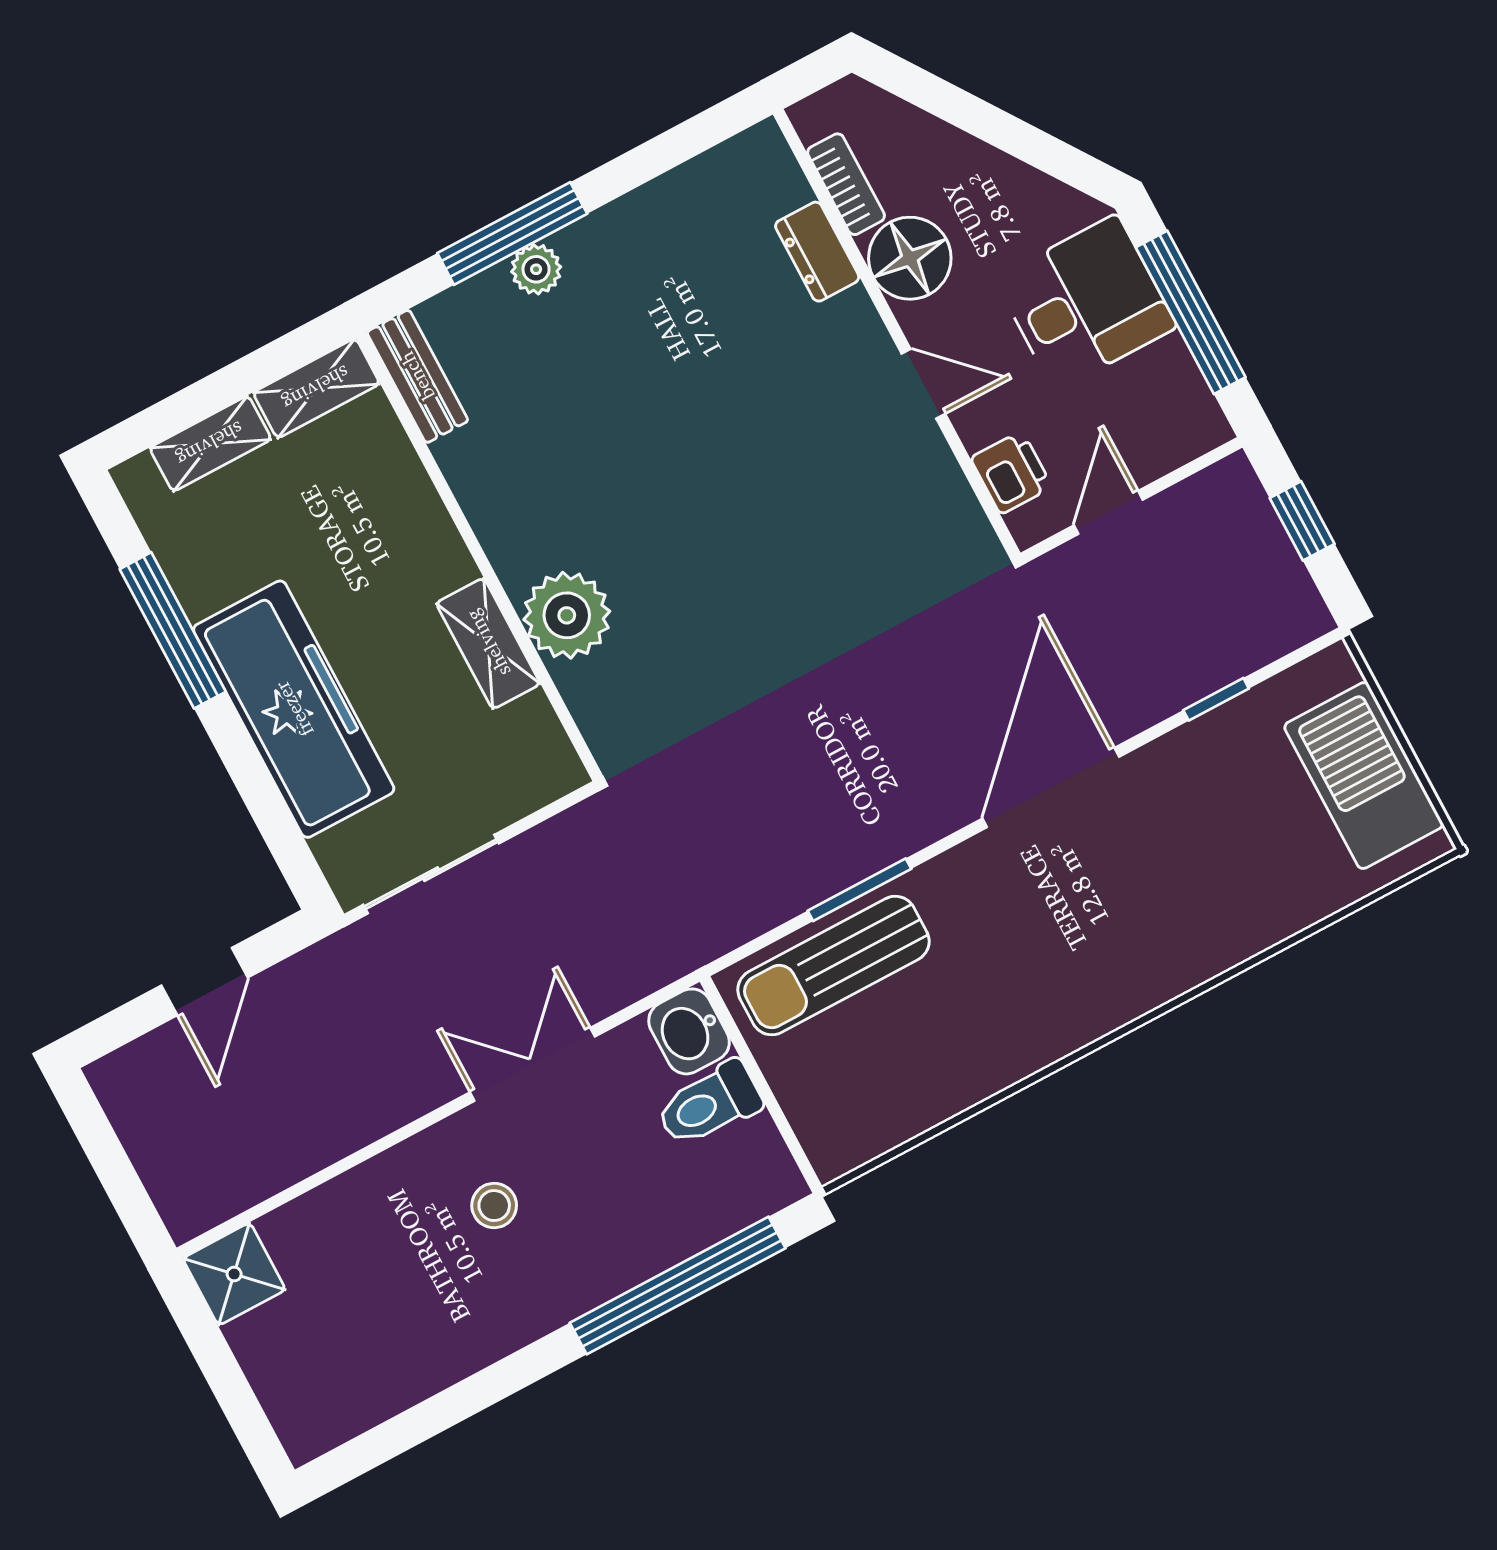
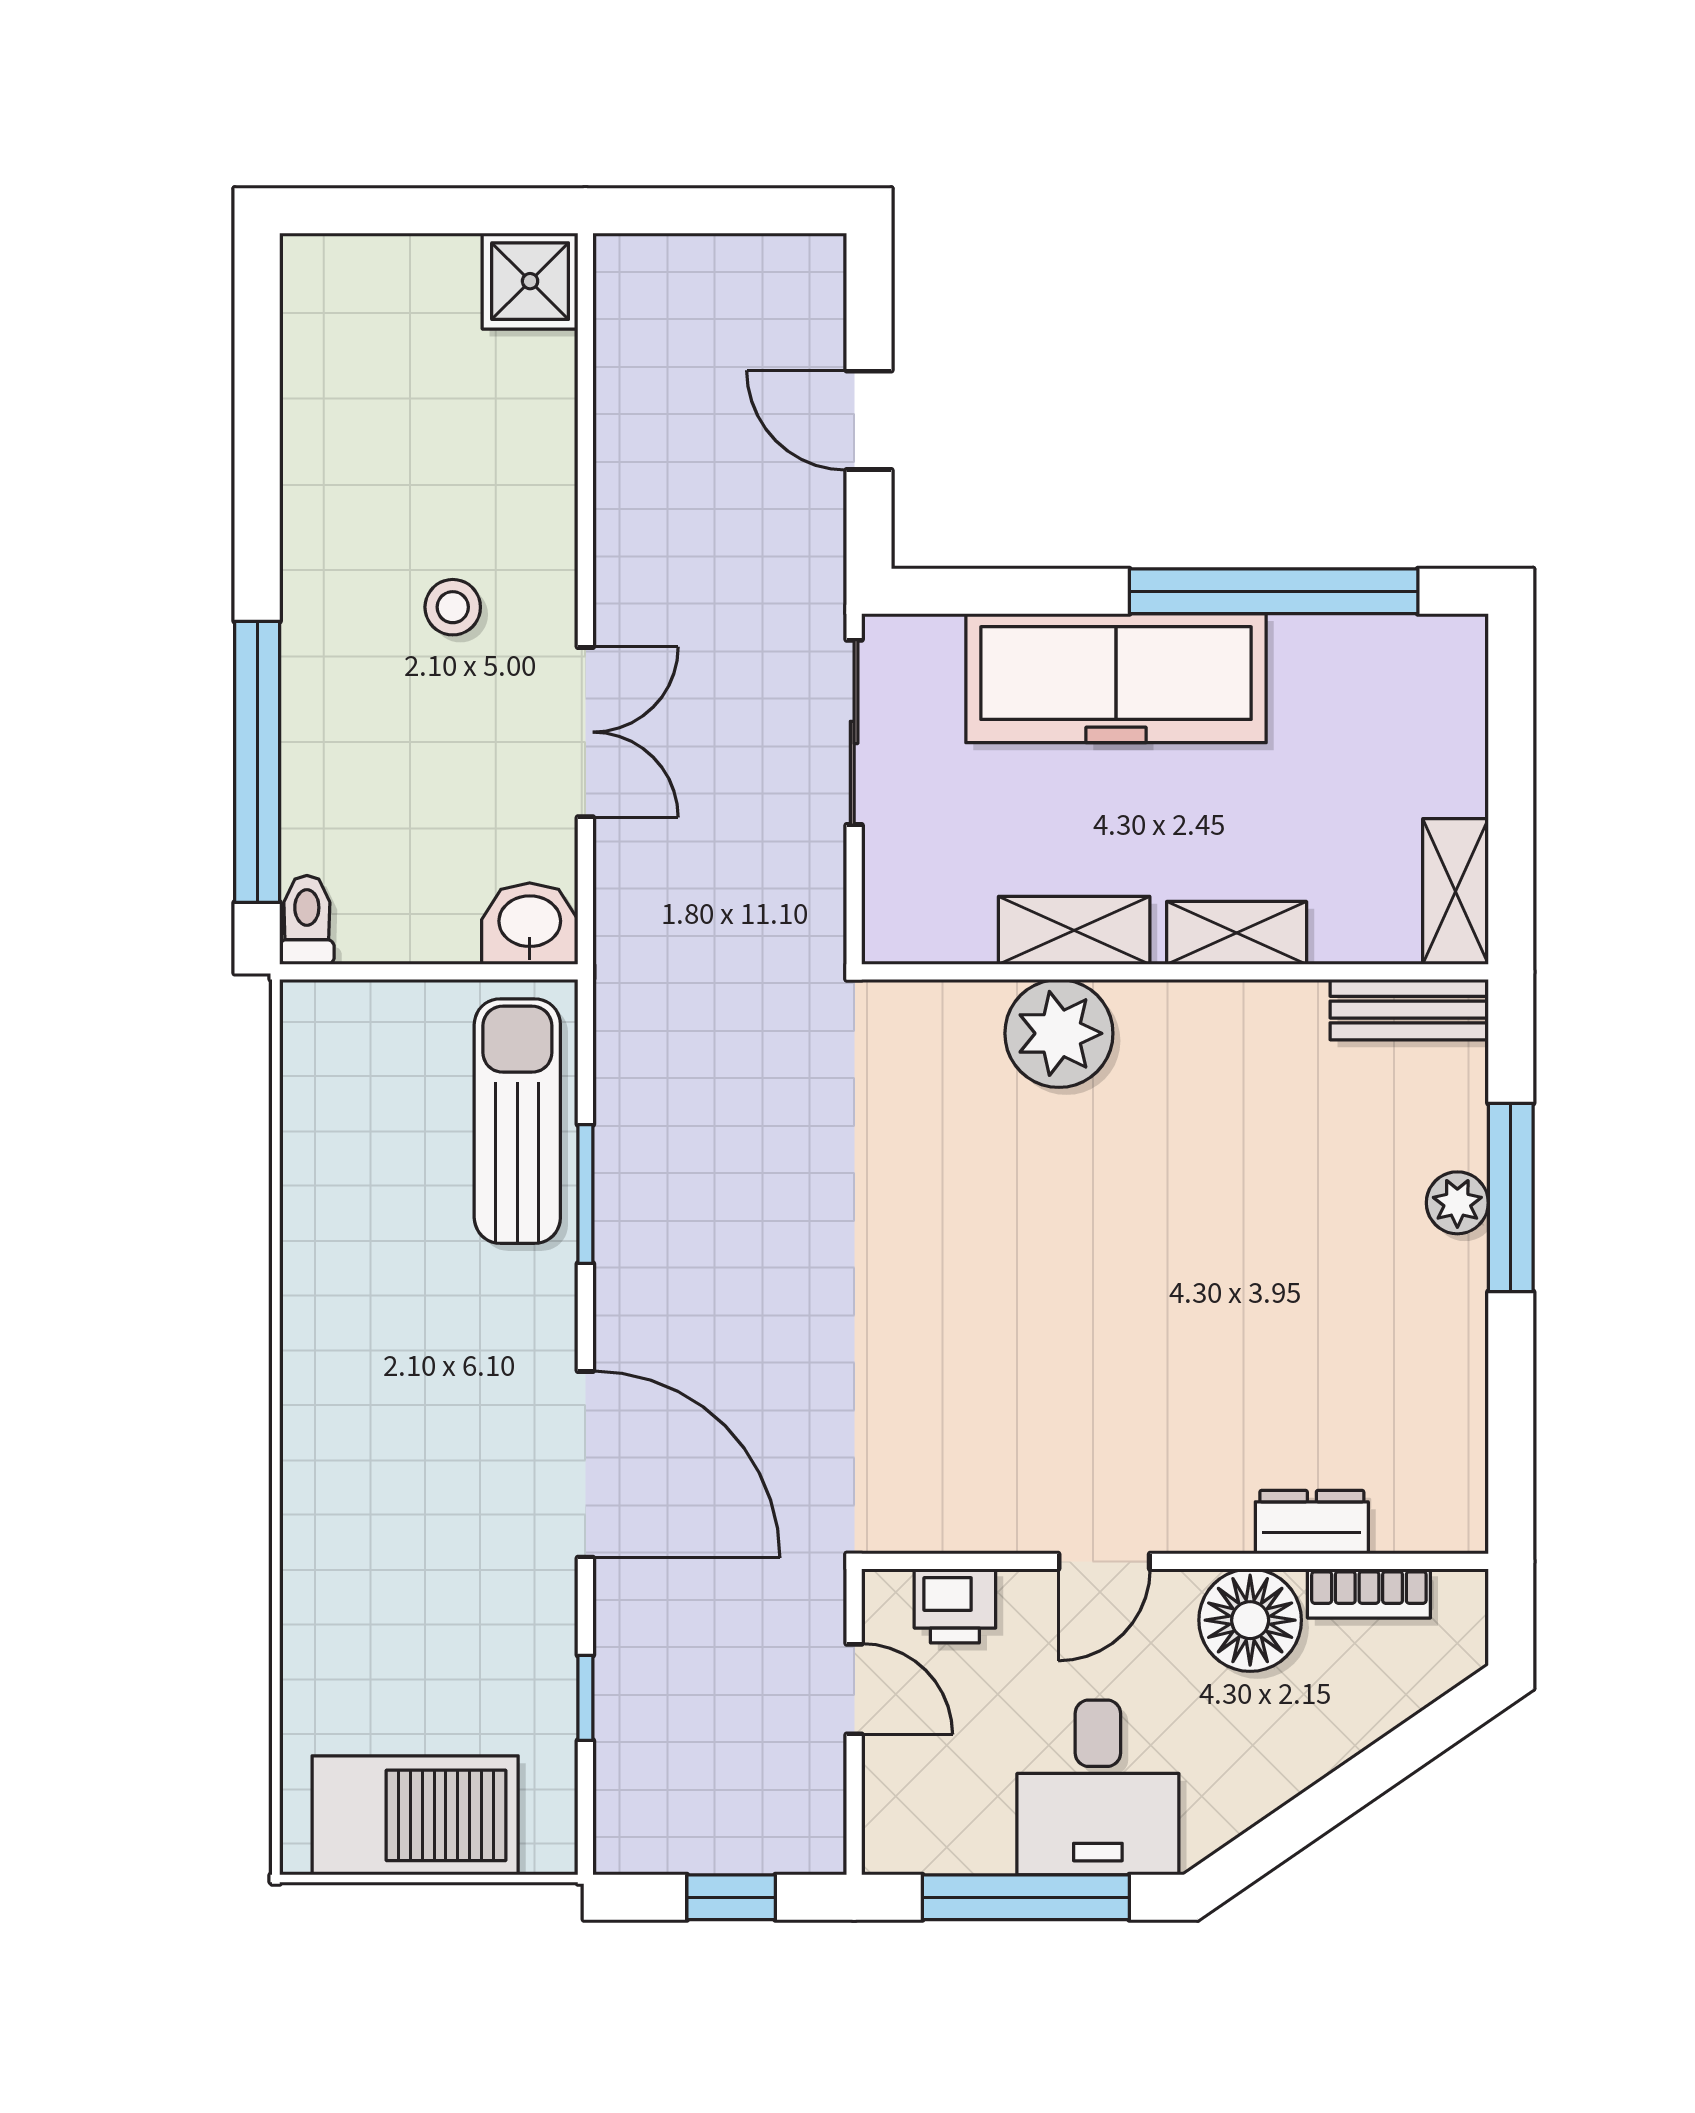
shelving: (210, 444) -> (1237, 933), moved, turned 90
window: (173, 630) -> (1274, 591), width x1.46
toilet: (709, 1104) -> (307, 920), moved, width x0.73, depth x0.72

